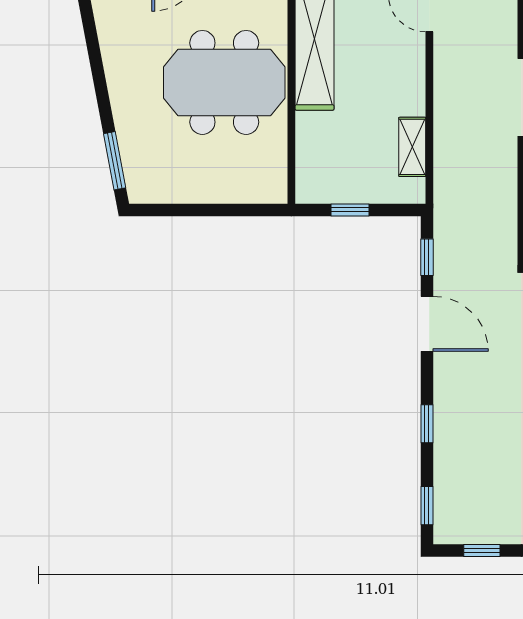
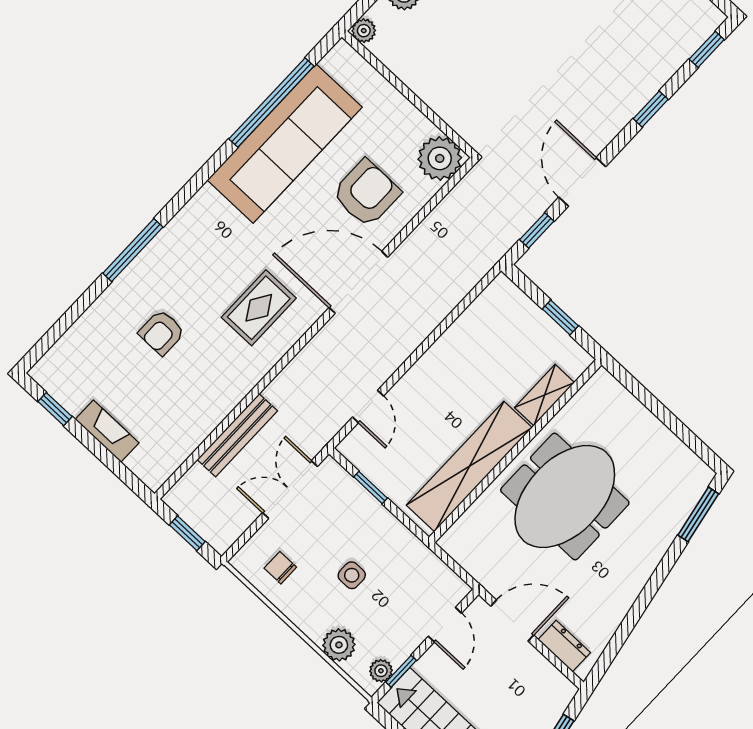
meeting table: (224, 82) -> (565, 497), turned 90
shelving: (412, 147) -> (545, 395), moved

